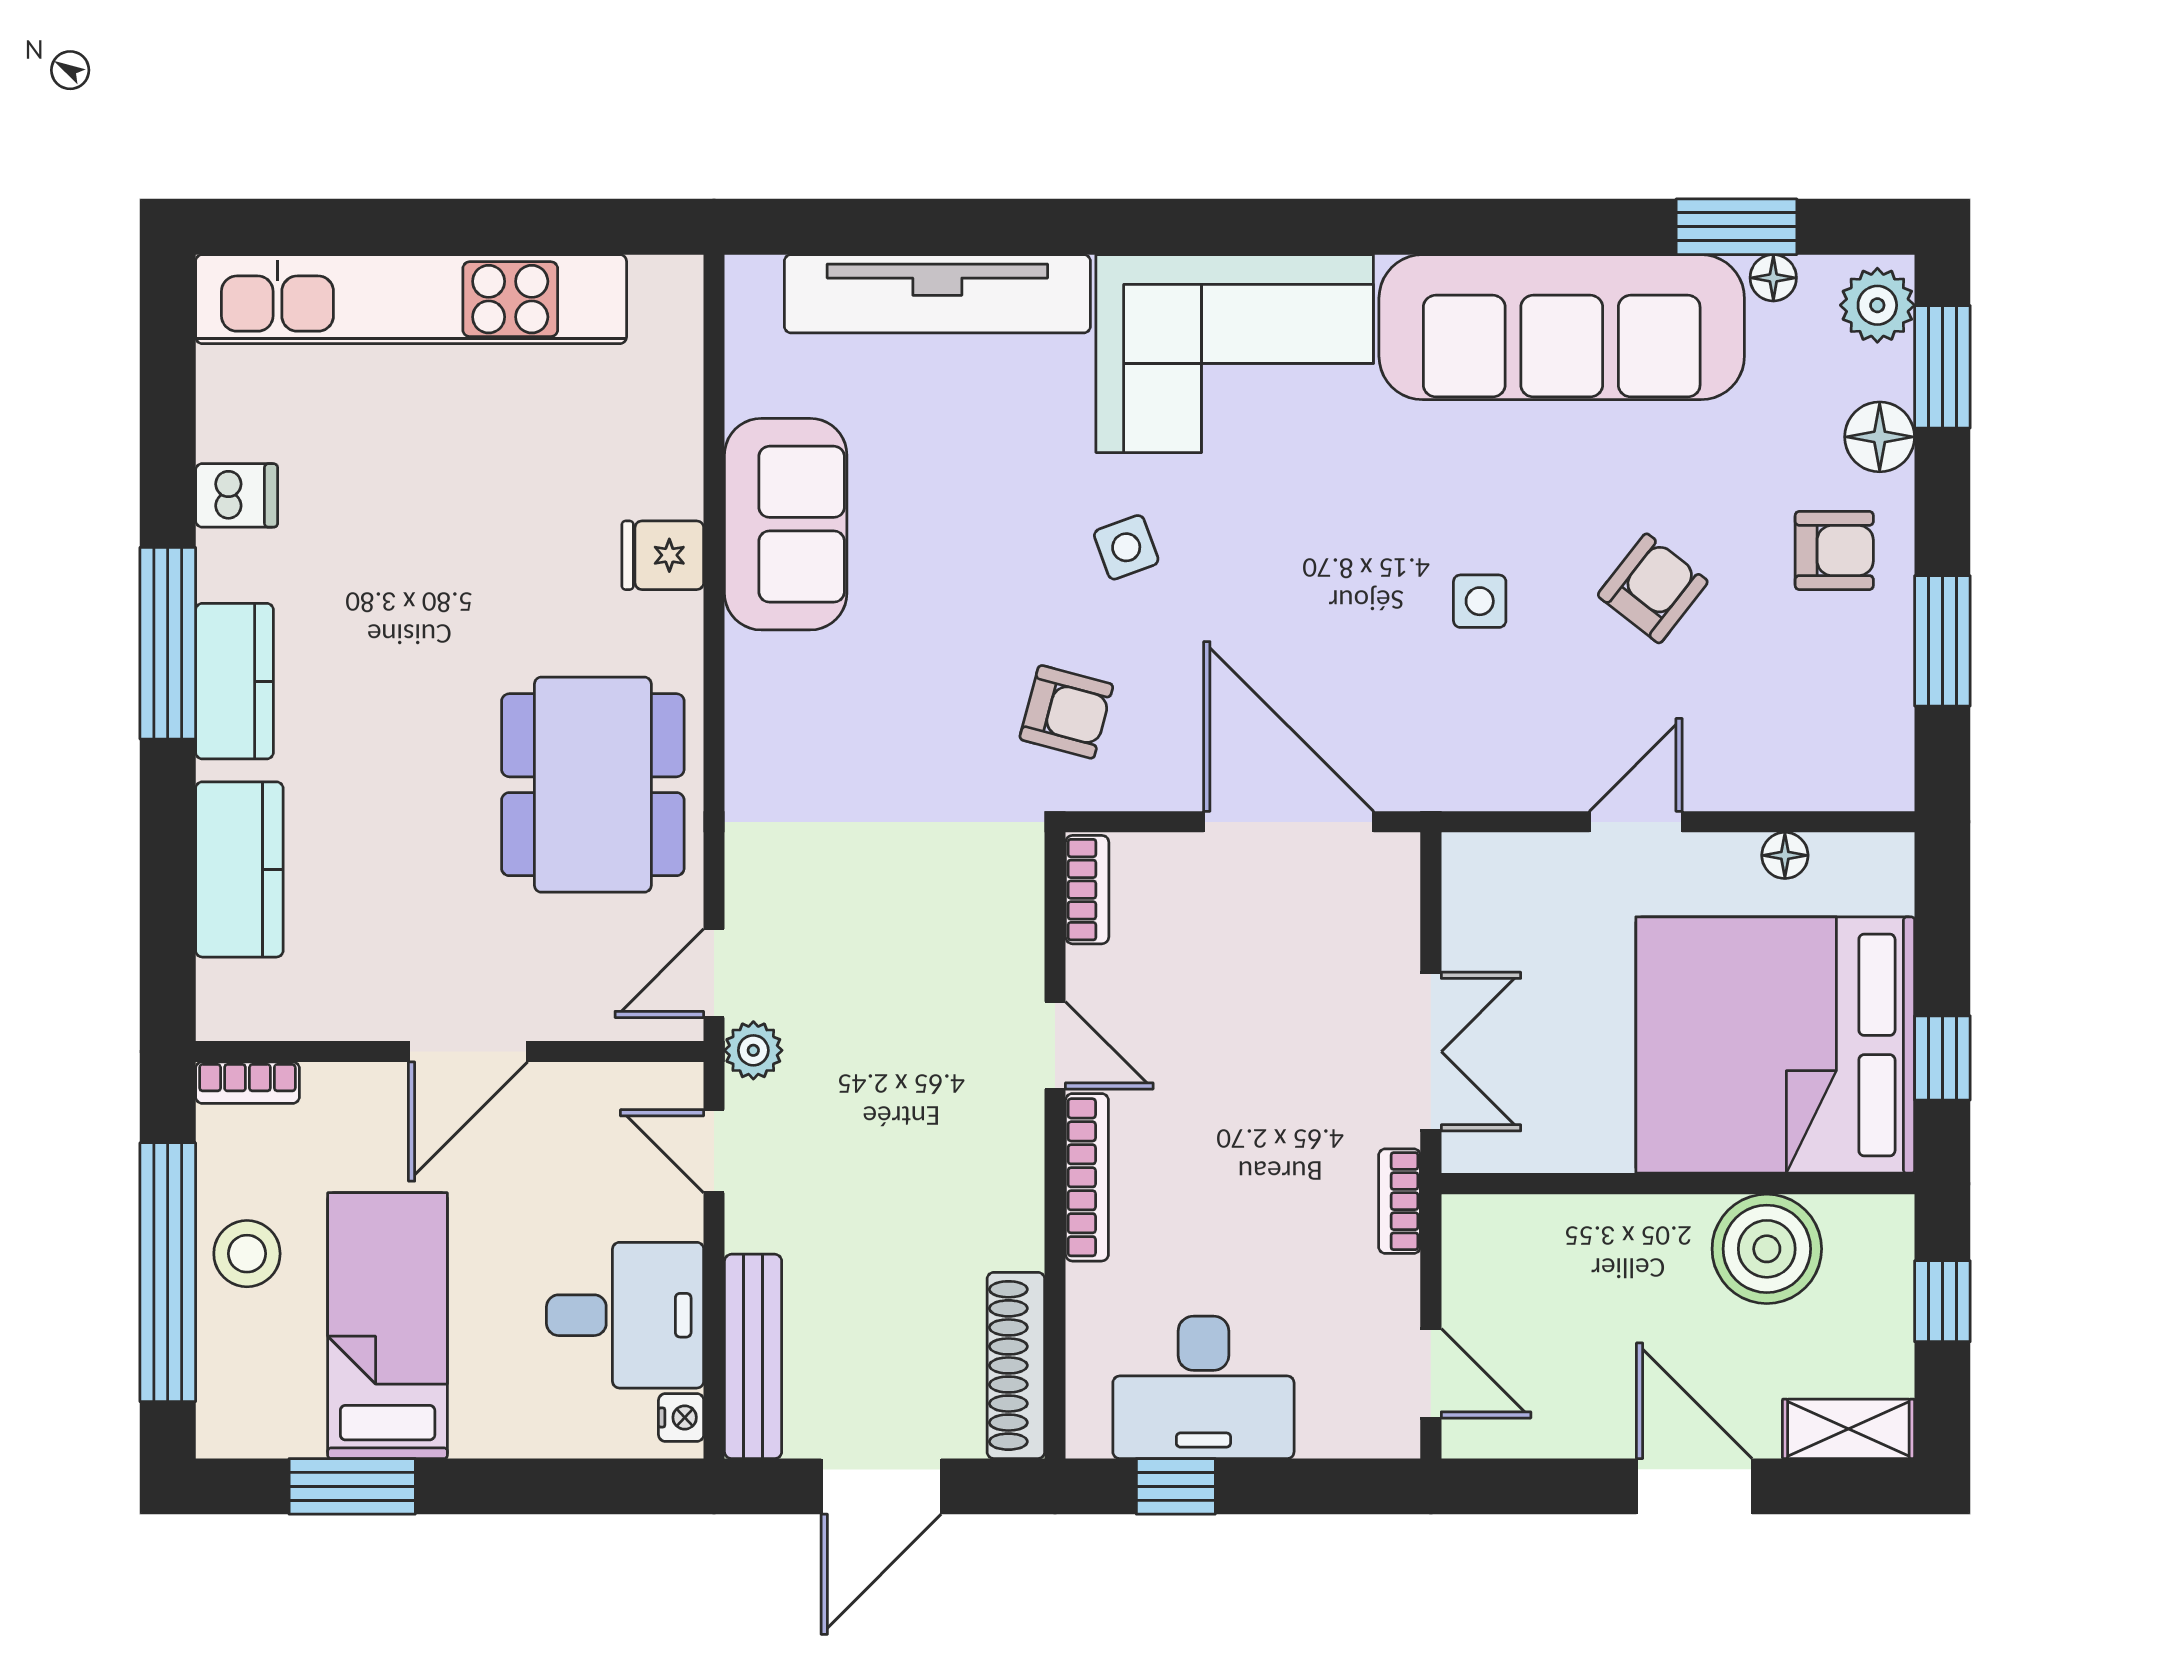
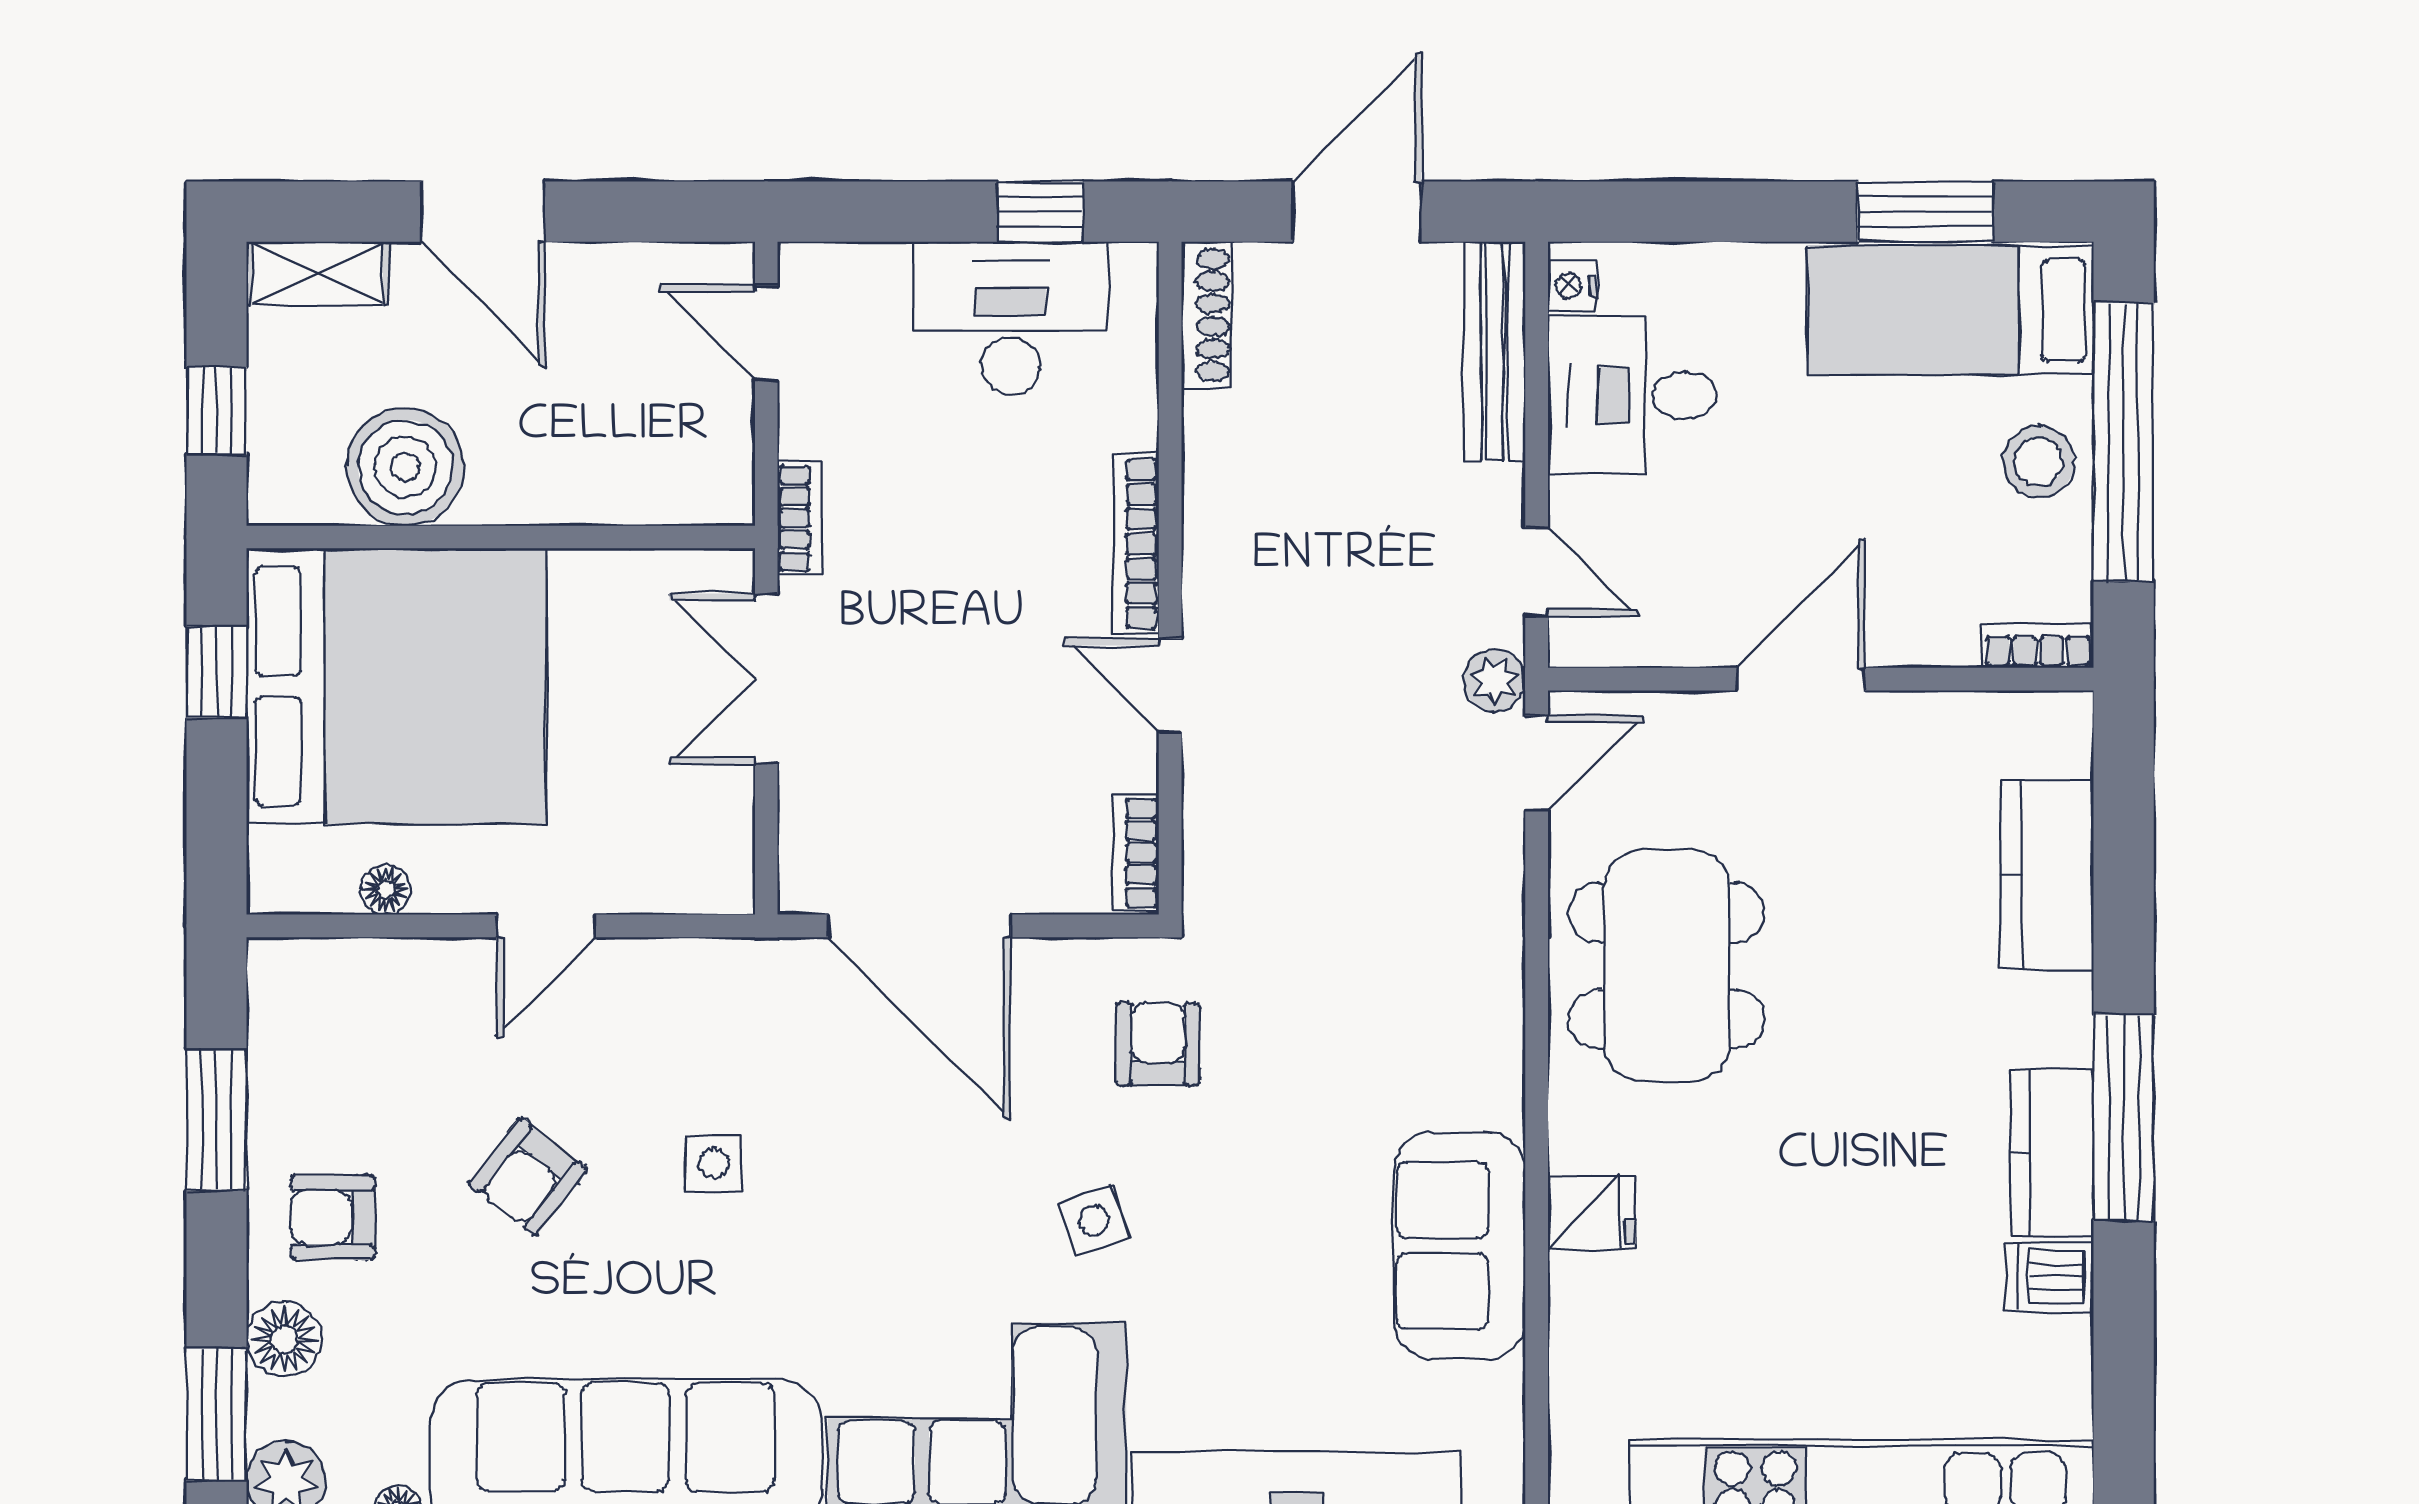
kitchen counter: (234, 681) -> (2052, 1153), moved
armchair: (1066, 712) -> (1158, 1044), turned 75
bed: (388, 1326) -> (1951, 310), moved, turned 90
shoe rack: (1016, 1365) -> (1206, 315), width x0.74, depth x0.81

